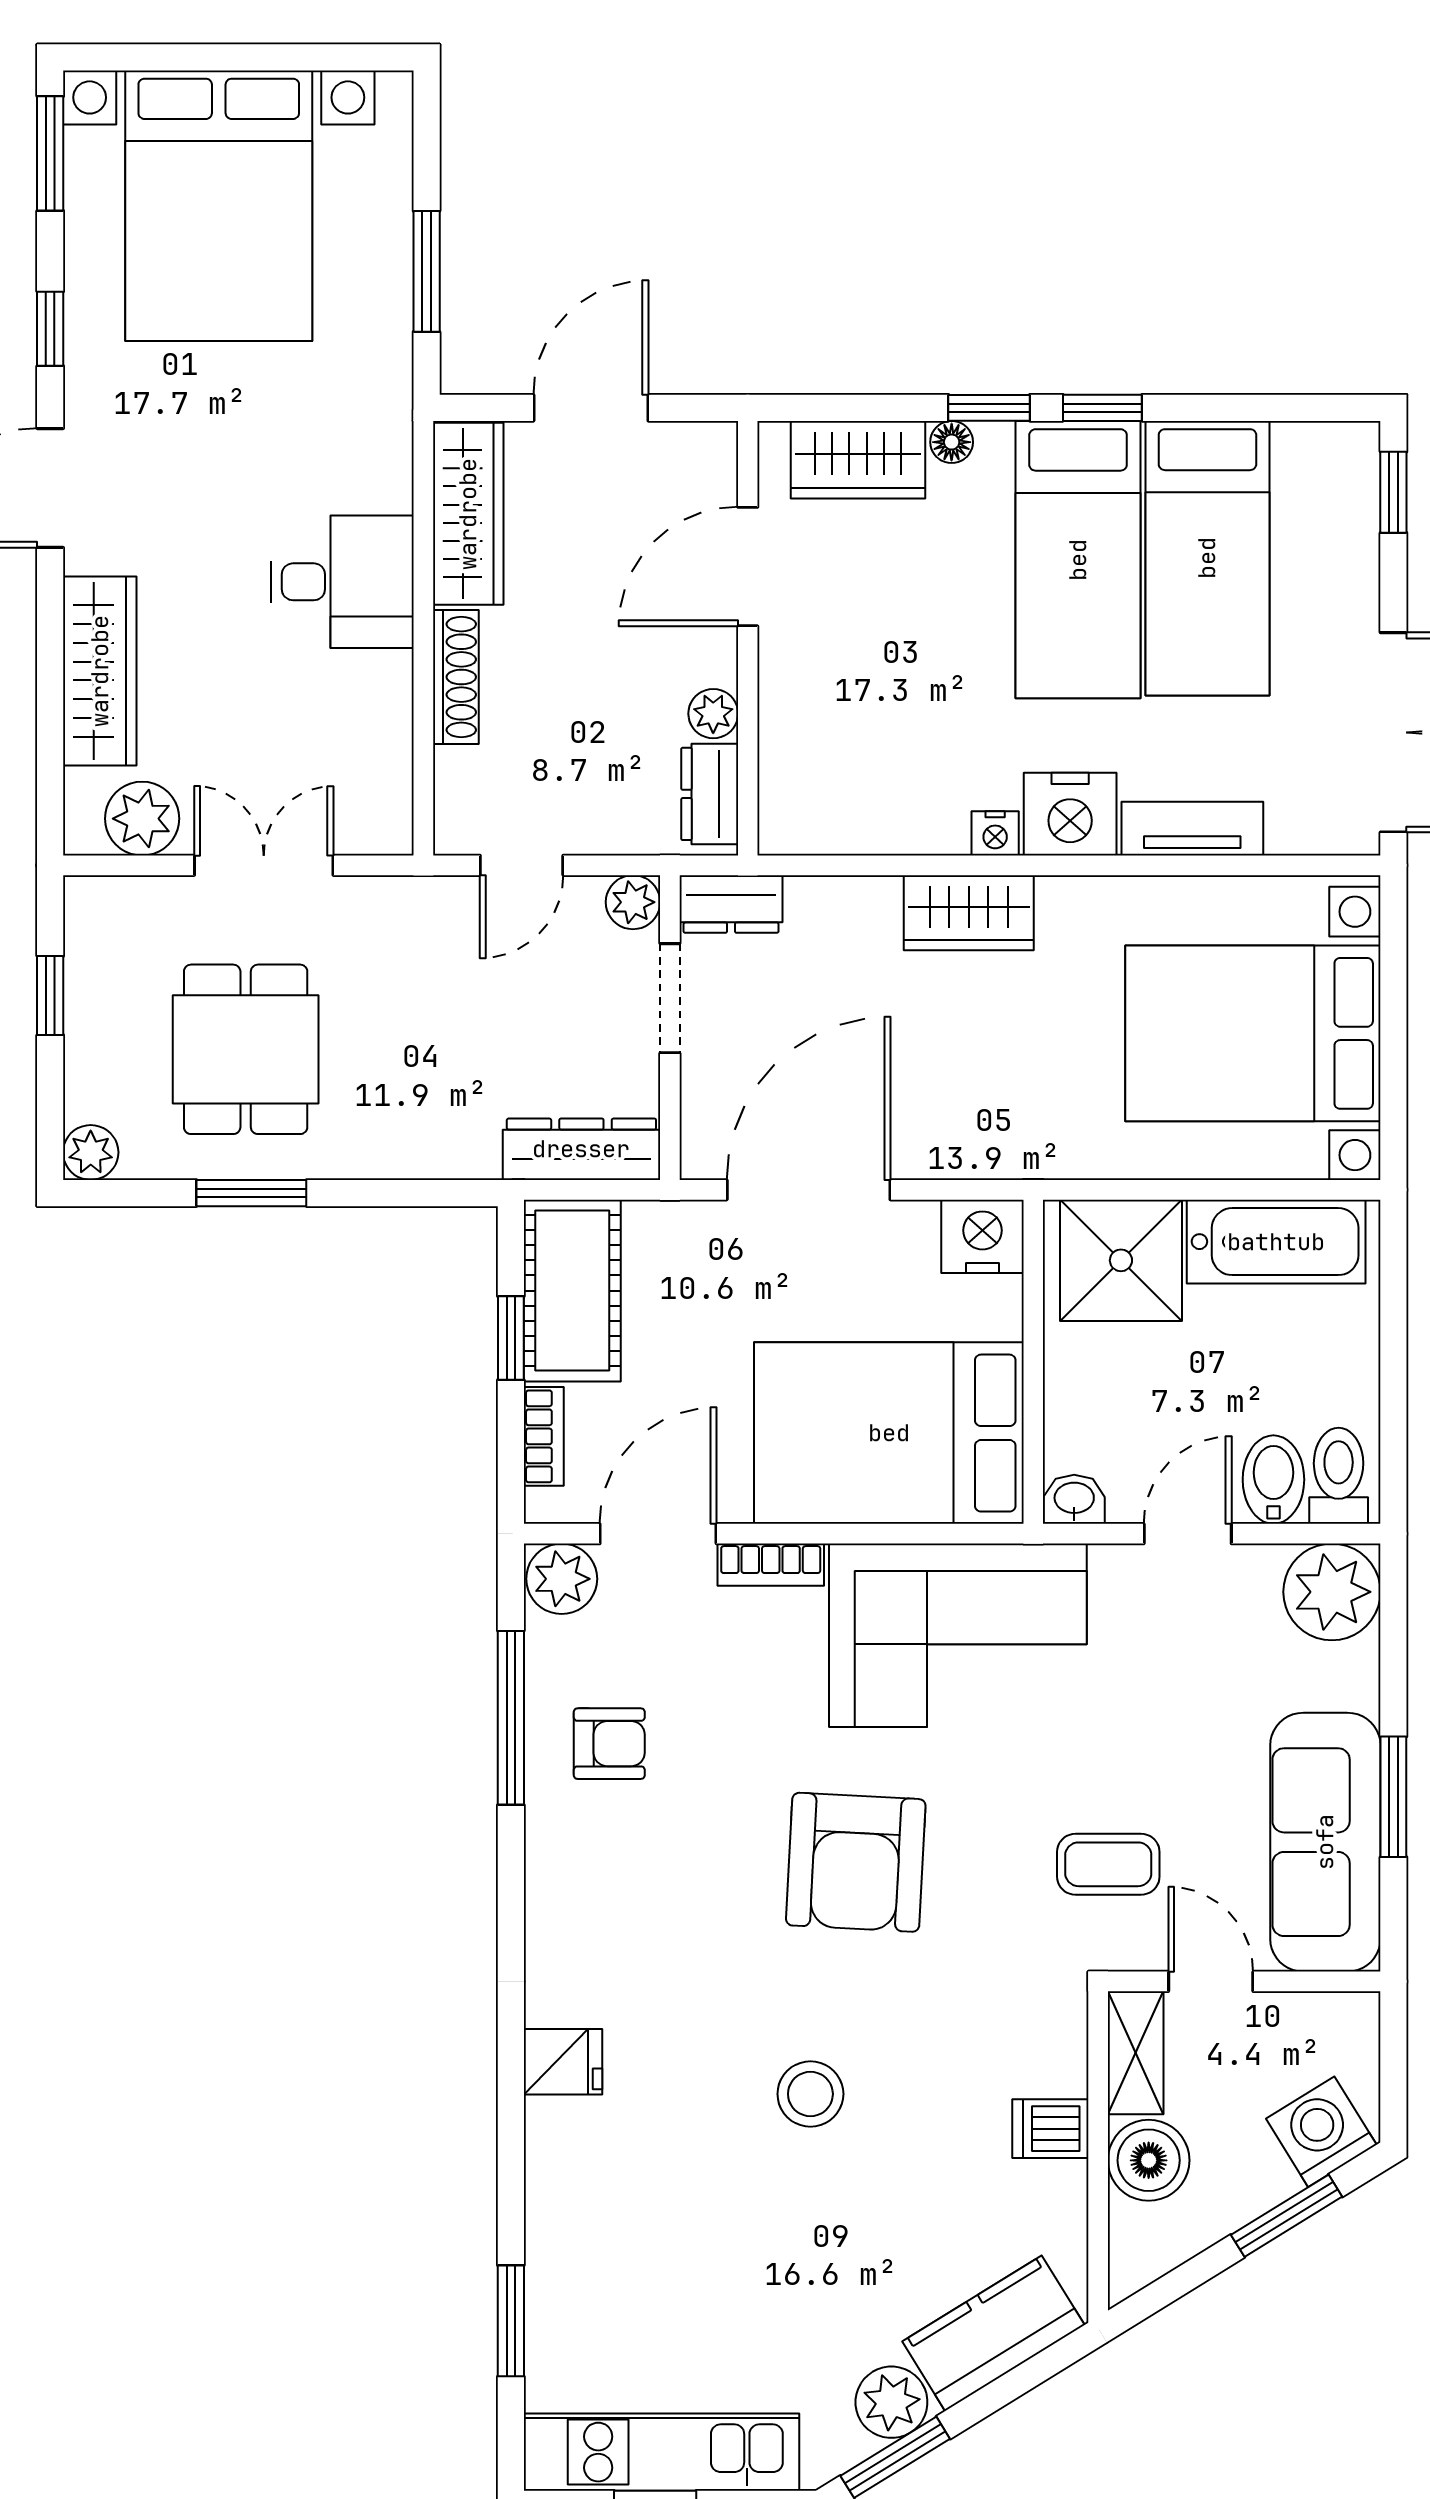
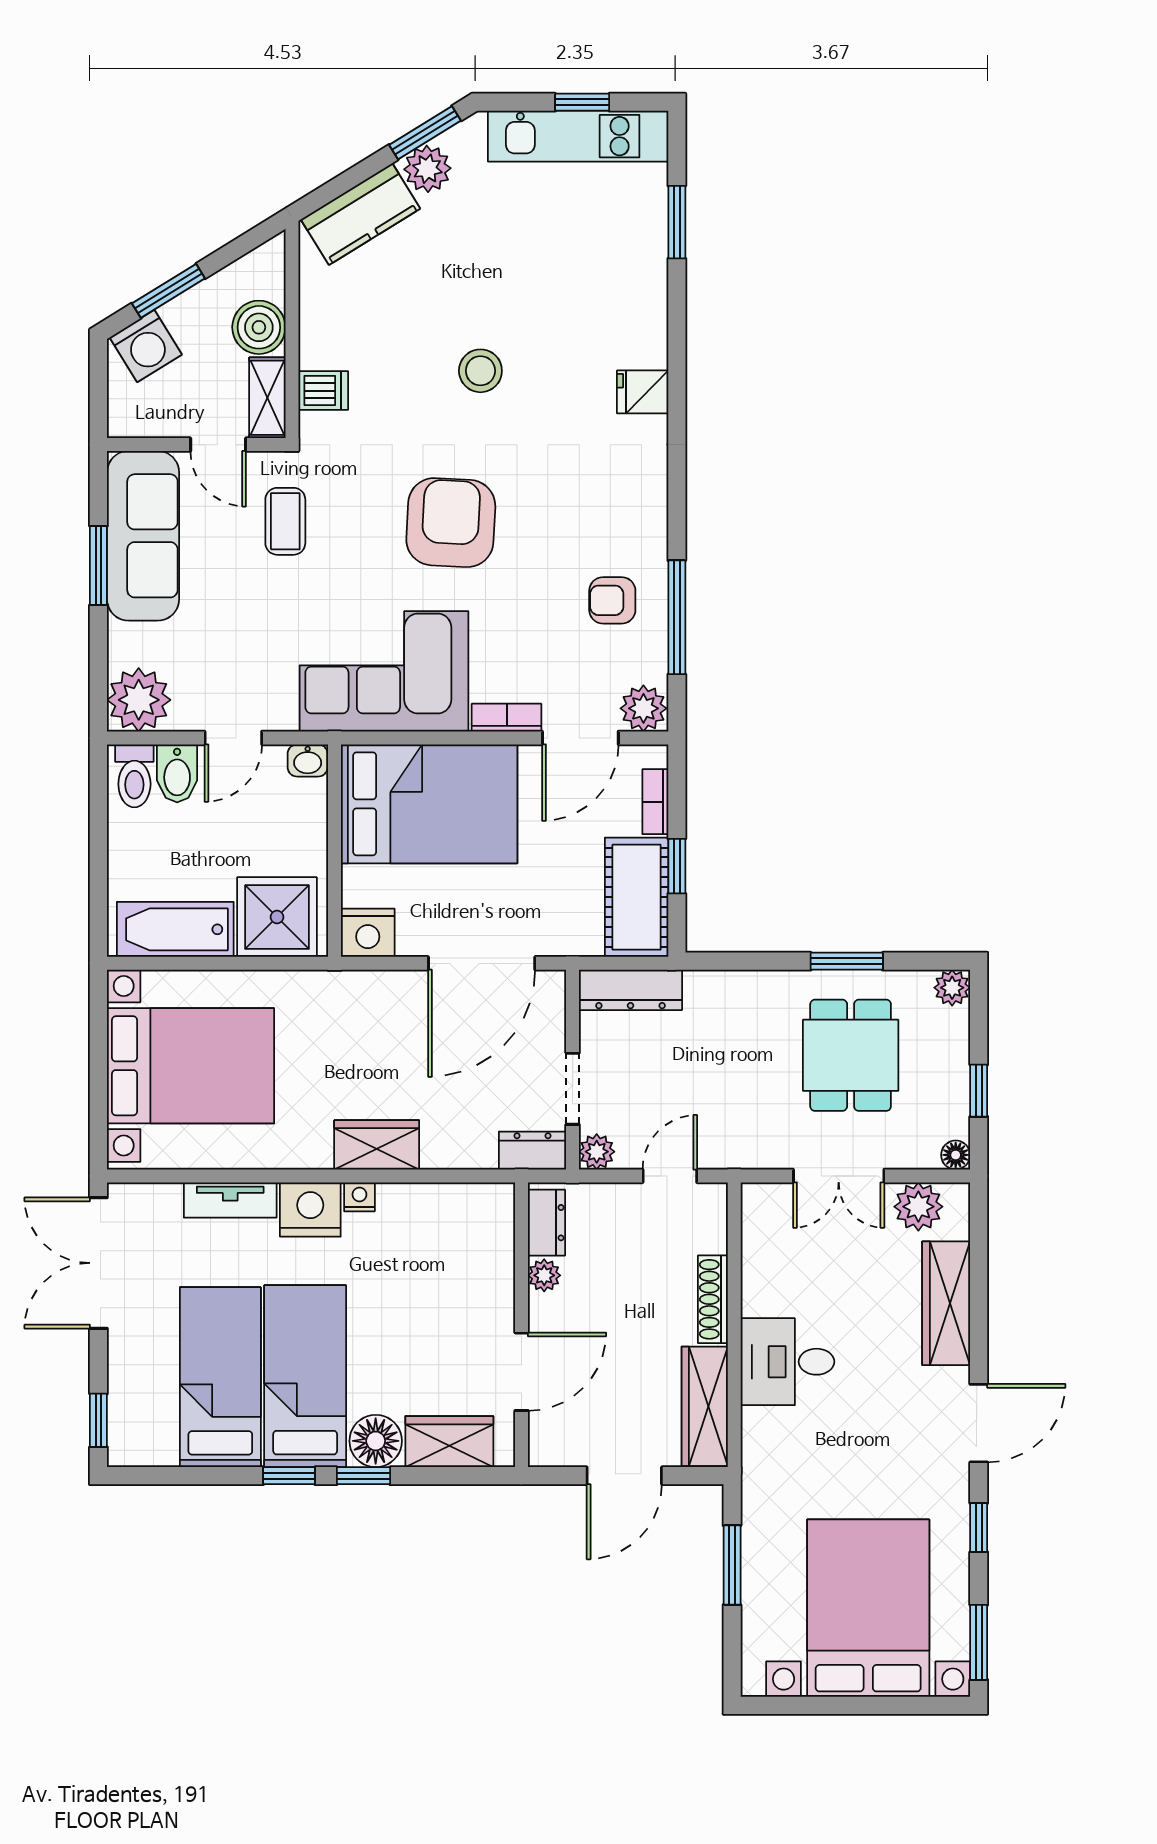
floor lamp: (952, 442) -> (376, 1441), width x1.89, depth x1.89
floor lamp: (85, 897) -> (956, 1155), added
coffee table: (1108, 1864) -> (285, 521), turned 90
dishwasher: (1050, 2129) -> (323, 391), moved

